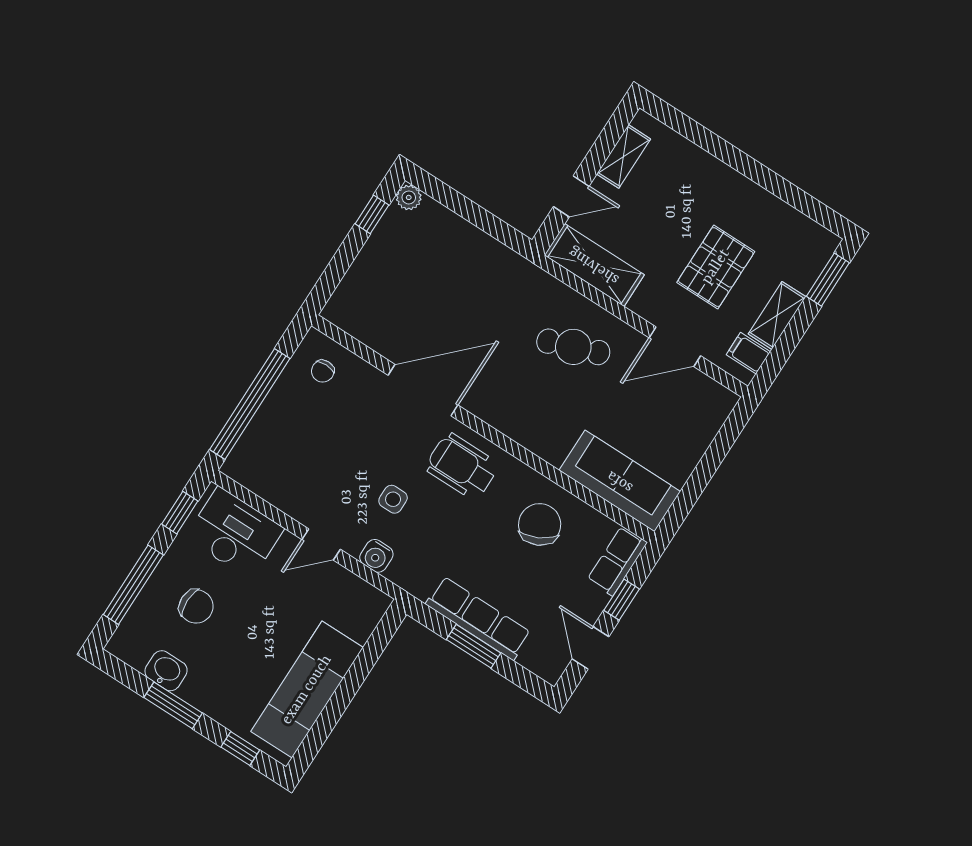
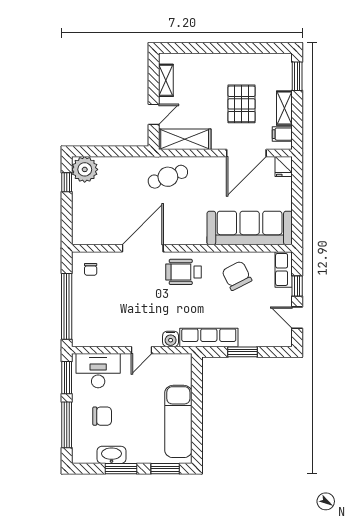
plant: (409, 197) -> (85, 169), width x1.88, depth x1.88
cafe table: (573, 347) -> (168, 177), moved
door: (675, 347) -> (246, 153), width x1.36
fridge: (719, 404) -> (284, 166), added
sofa: (620, 481) -> (250, 228), width x1.36, depth x1.27
side table: (393, 499) -> (161, 308), removed
window: (180, 513) -> (67, 378), width x1.50
row of seats: (478, 618) -> (209, 337), moved
washbasin: (166, 671) -> (111, 455), width x1.38
window: (240, 749) -> (165, 469), width x1.50

